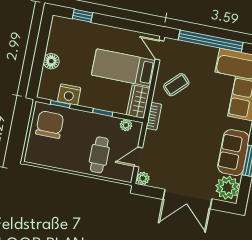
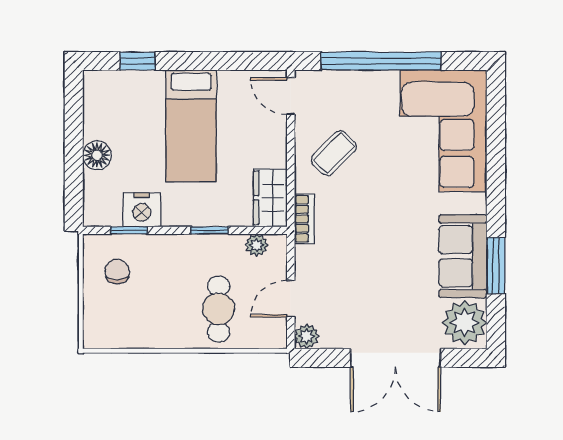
bed: (123, 68) -> (191, 126), moved, turned -90
chair: (50, 125) -> (117, 272), width x0.54, depth x0.54

